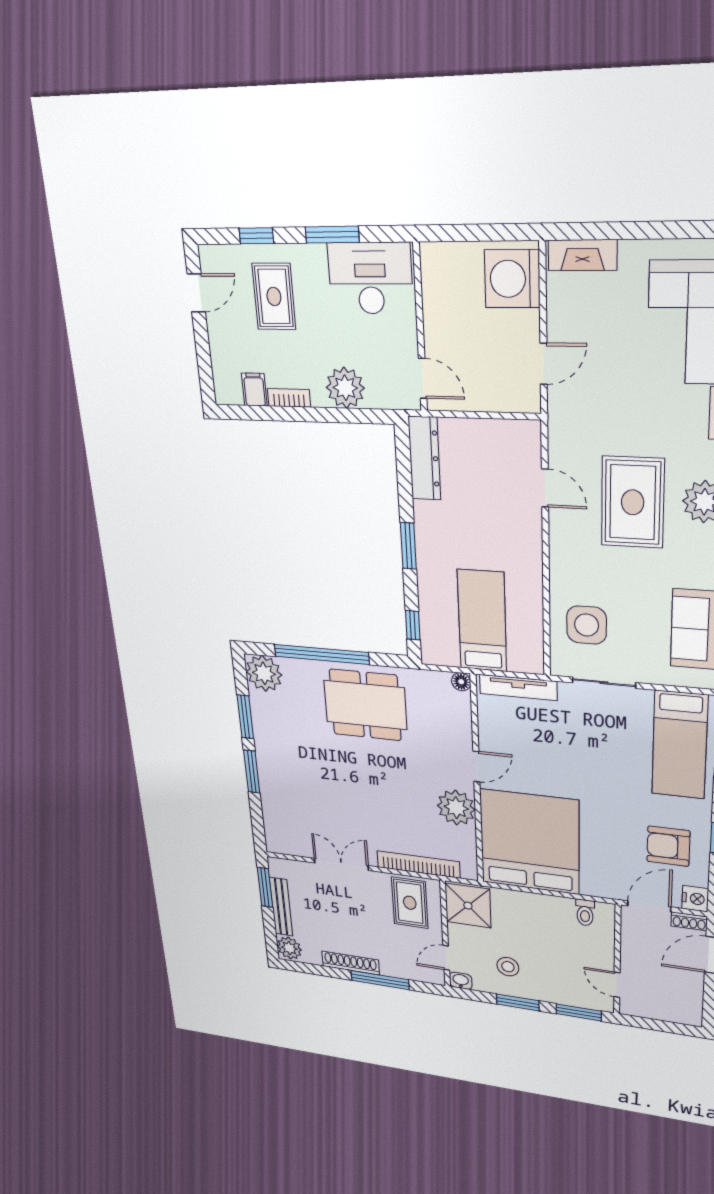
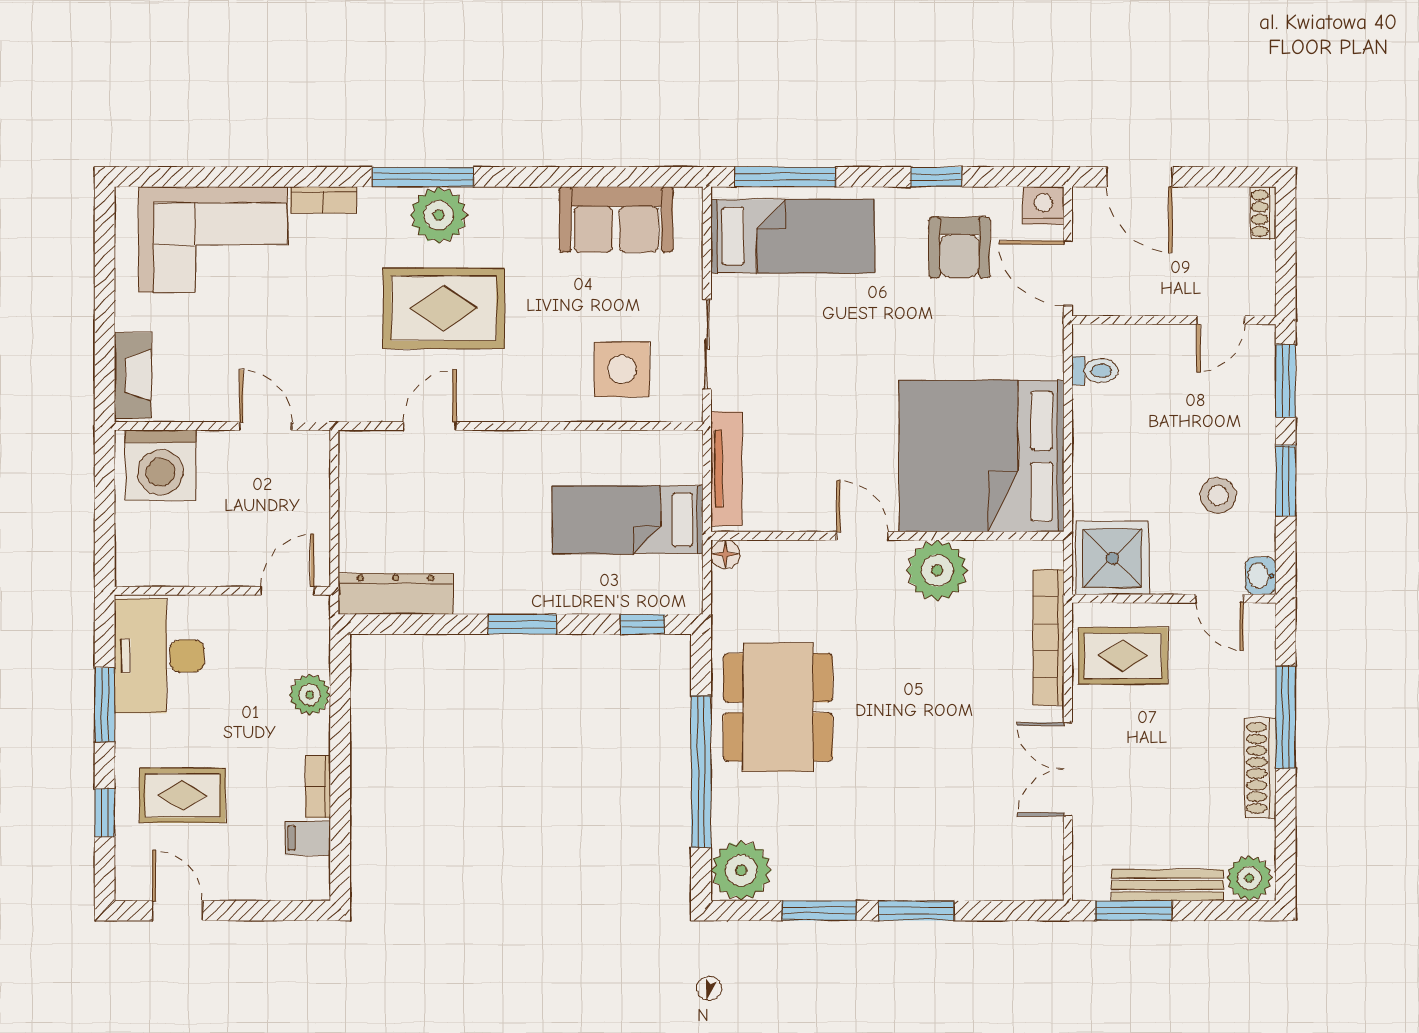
plant: (345, 388) -> (310, 695), width x0.73, depth x0.73
shoe rack: (689, 921) -> (1263, 213), moved, turned 180

